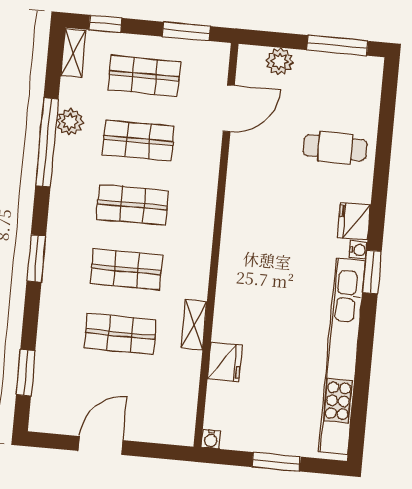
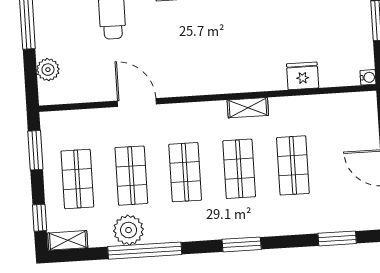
door: (229, 108) -> (137, 103), moved
plant: (70, 122) -> (129, 230), width x1.36, depth x1.36
shelving: (194, 325) -> (248, 108), moved

